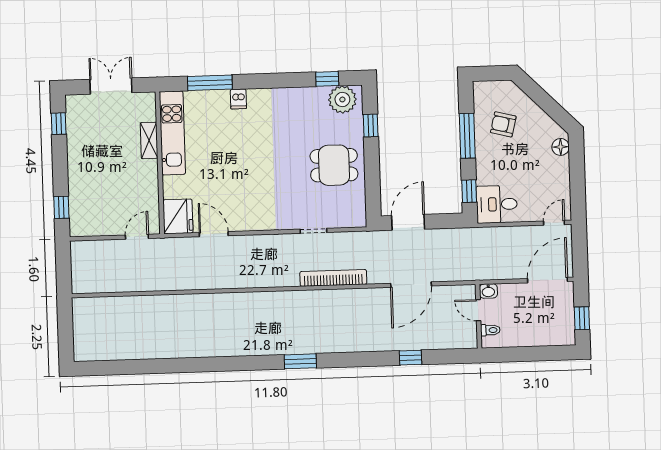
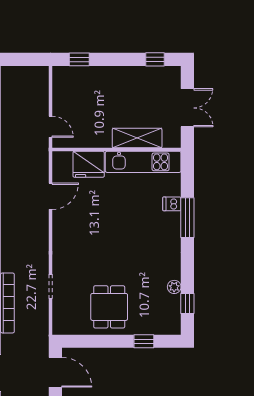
window: (210, 83) -> (187, 218), moved
dishwasher: (238, 99) -> (172, 204), moved
plant: (342, 99) -> (174, 287), moved, width x0.53, depth x0.53
shelving: (149, 140) -> (137, 138), width x1.50, depth x1.33
fridge: (178, 216) -> (89, 164), moved

